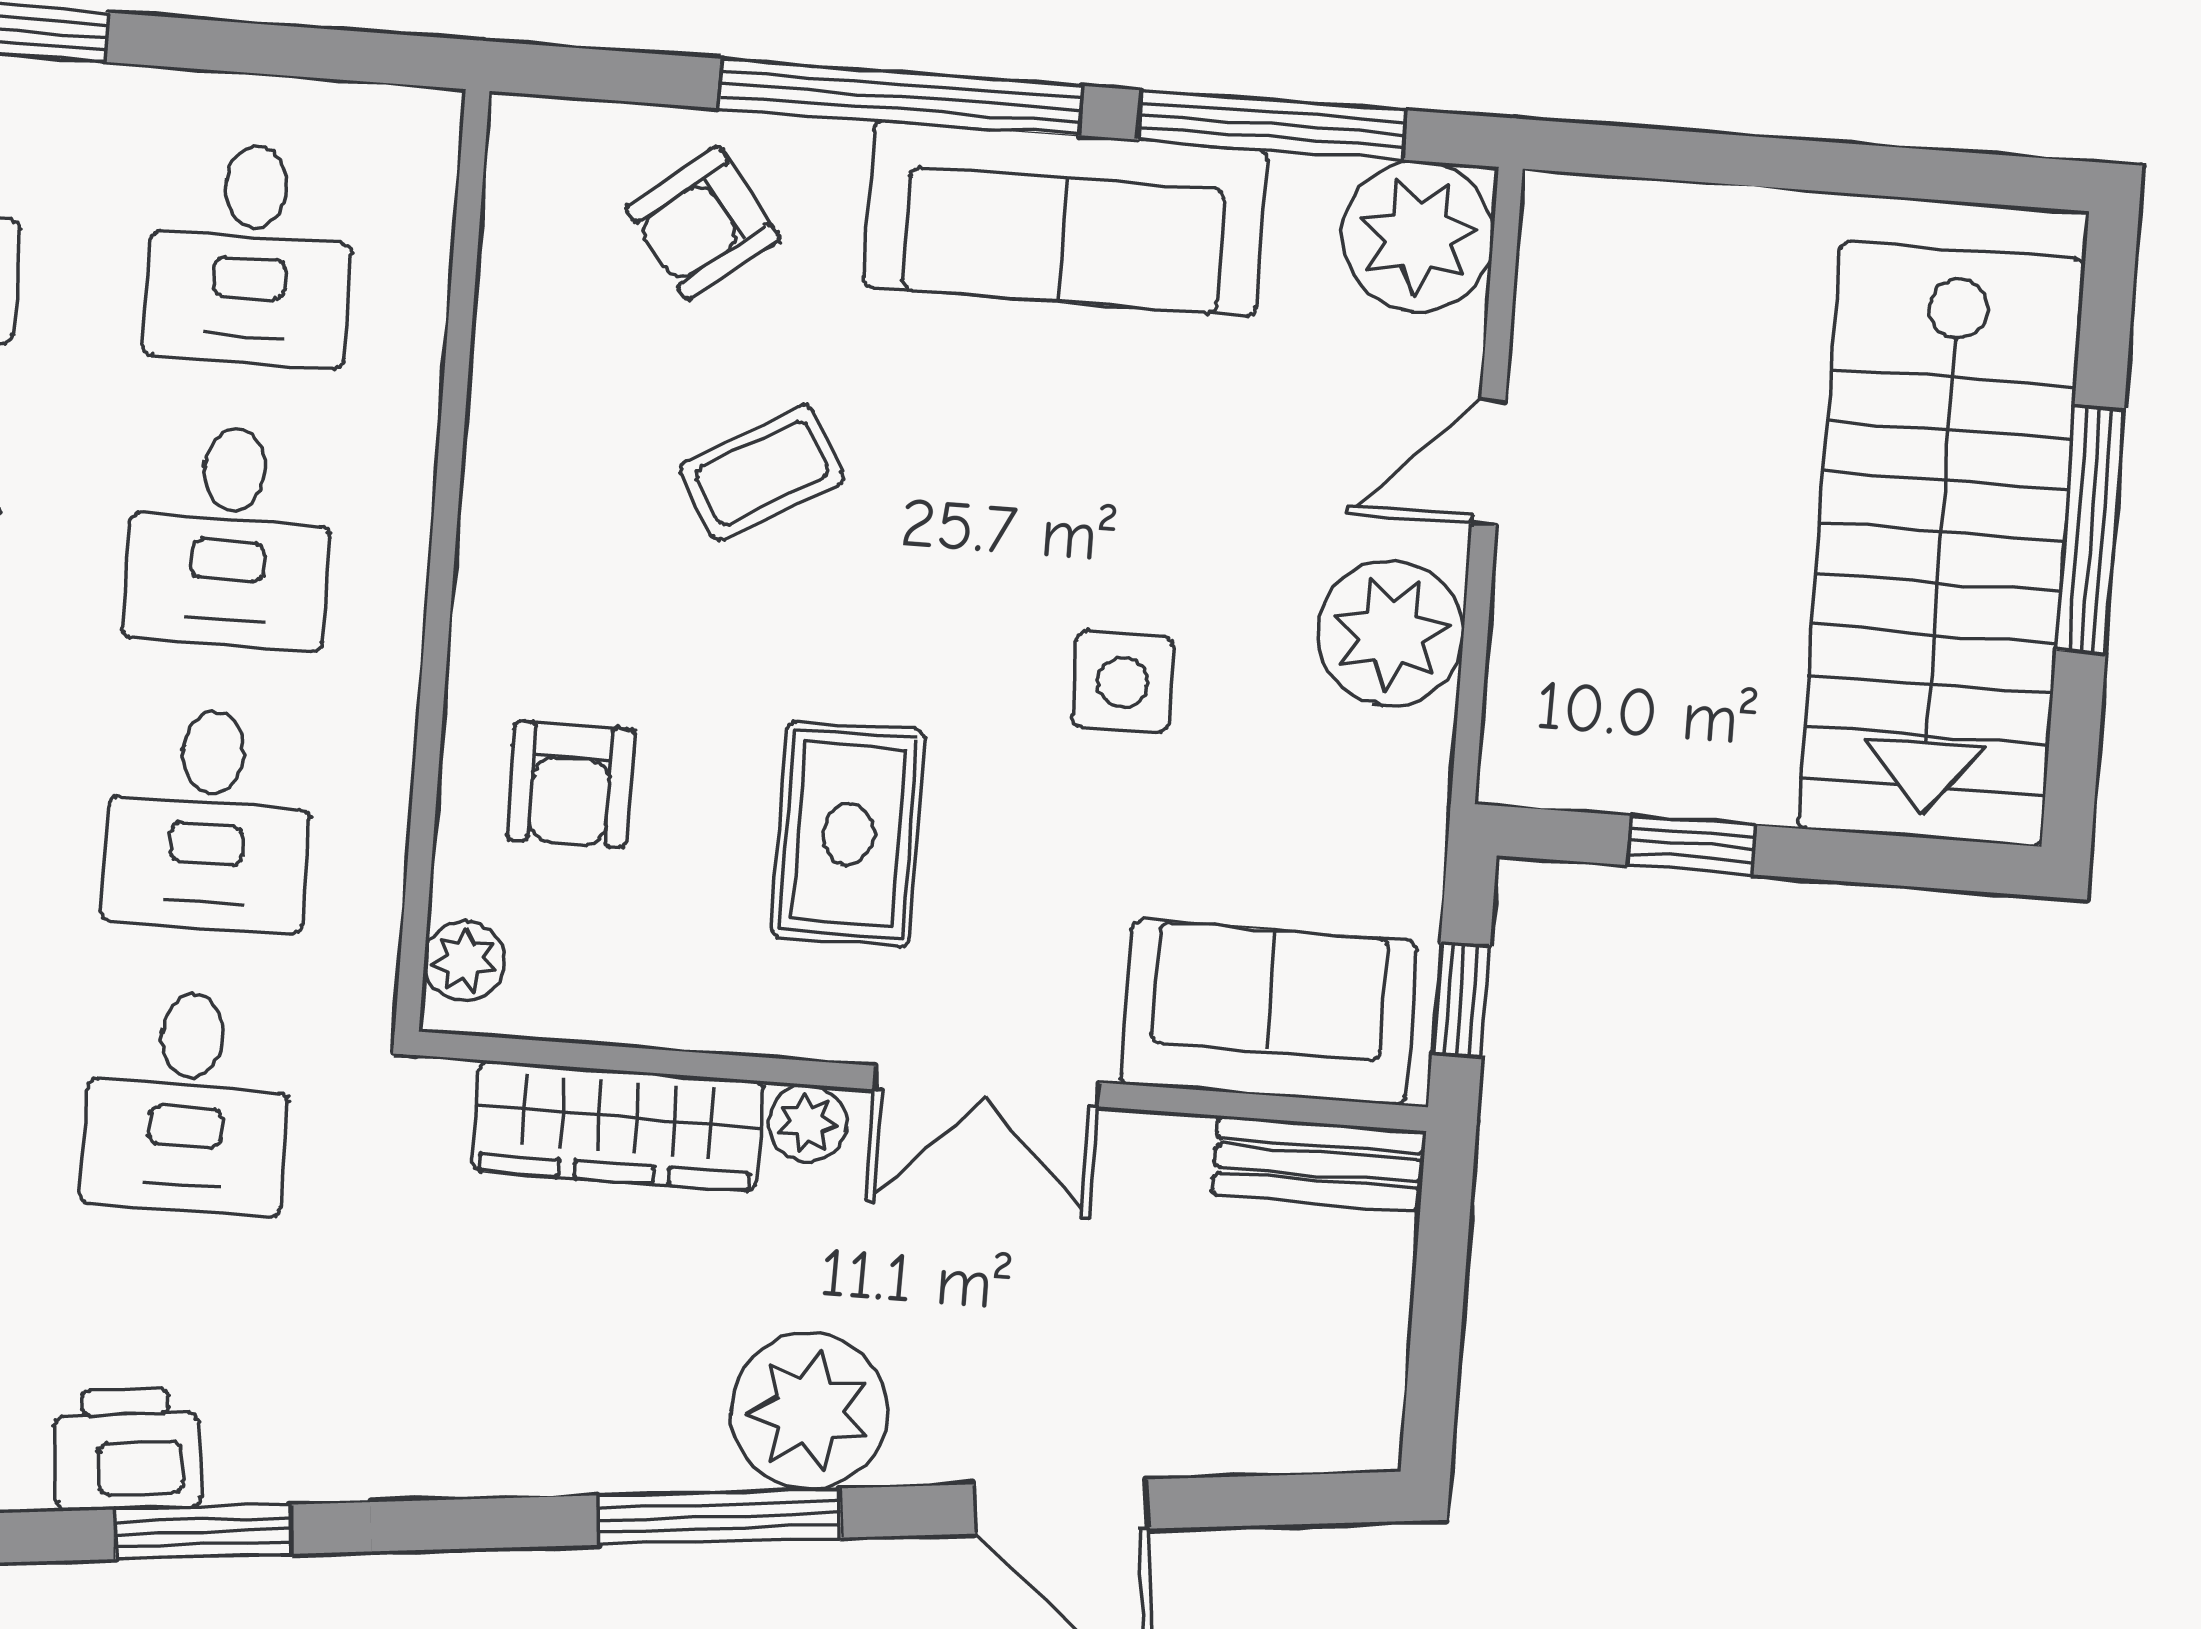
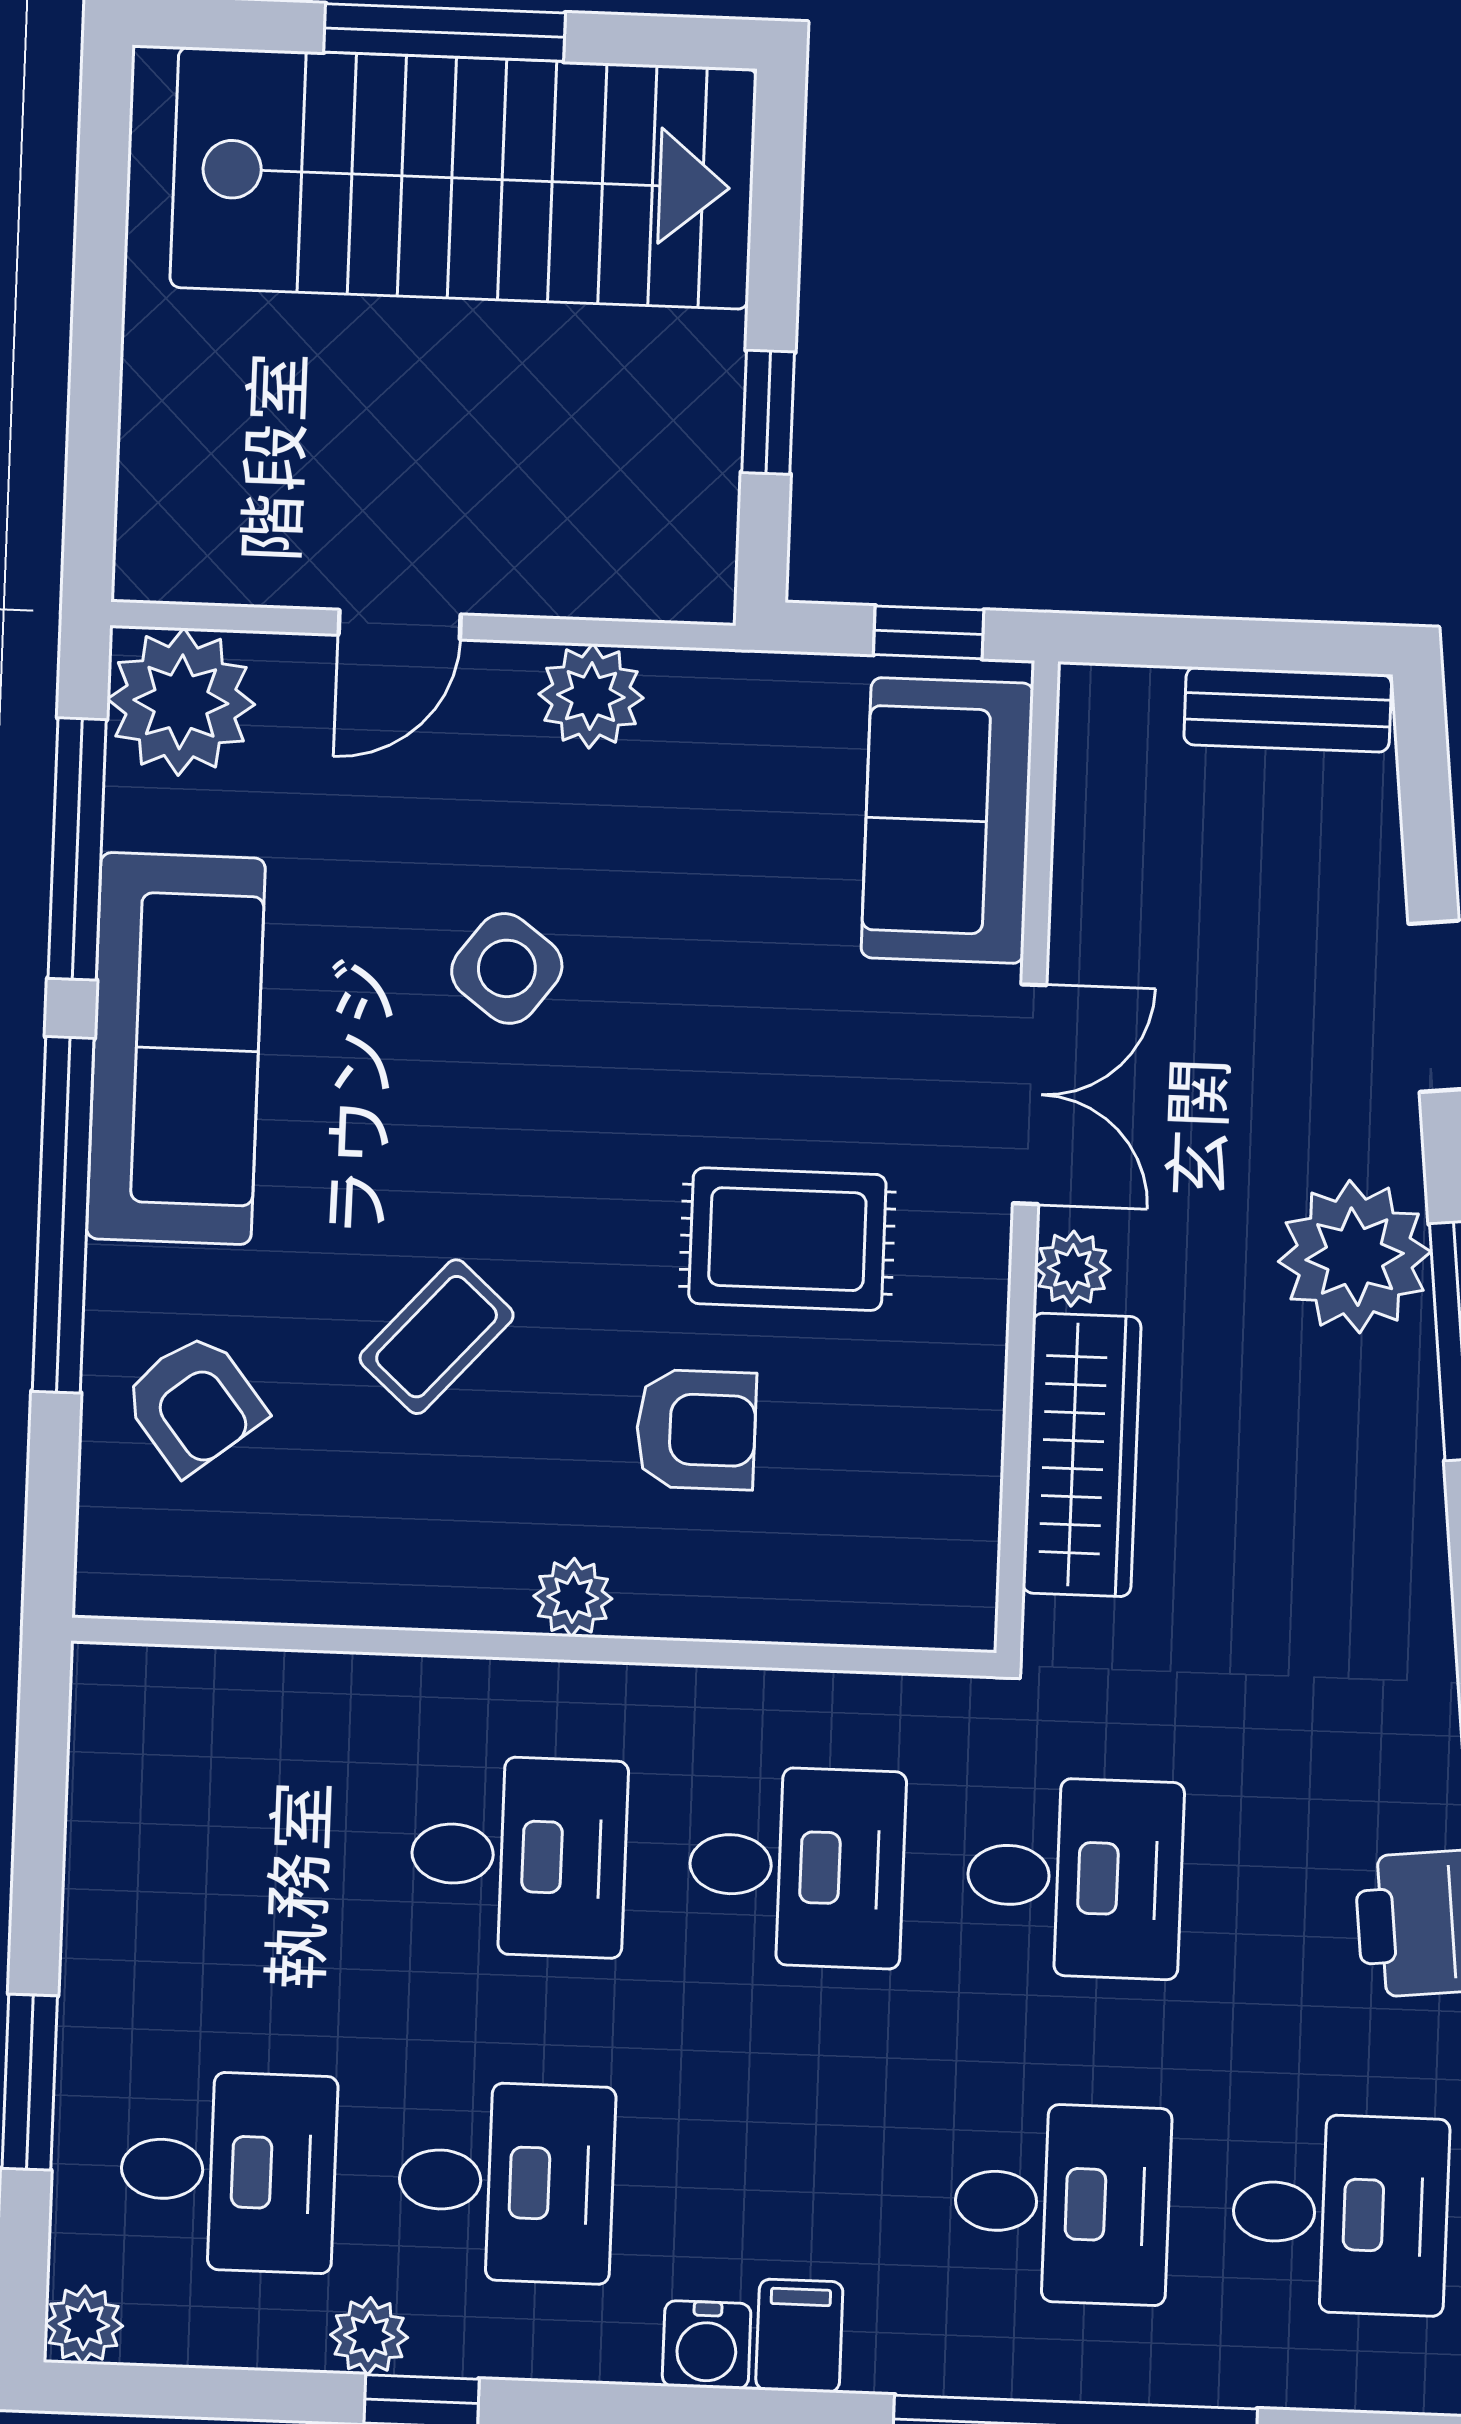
desk: (251, 254) -> (241, 1845), removed
door: (1489, 462) -> (400, 625), hinge flipped
coffee table: (762, 473) -> (437, 1337), turned 72
plant: (1391, 633) -> (591, 696), width x0.73, depth x0.73
side table: (1123, 682) -> (507, 968), moved, turned 37
armchair: (571, 784) -> (696, 1430), moved
plant: (464, 961) -> (573, 1597), moved
bench: (1319, 1163) -> (1288, 710), moved, turned 90

